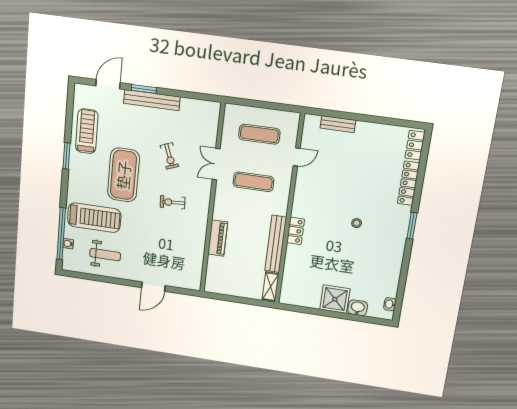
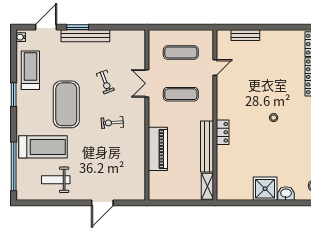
piano: (218, 238) -> (158, 149), width x1.37, depth x1.33
water cooler: (68, 244) -> (21, 37), moved
weight bench: (105, 255) -> (56, 180), turned 180

